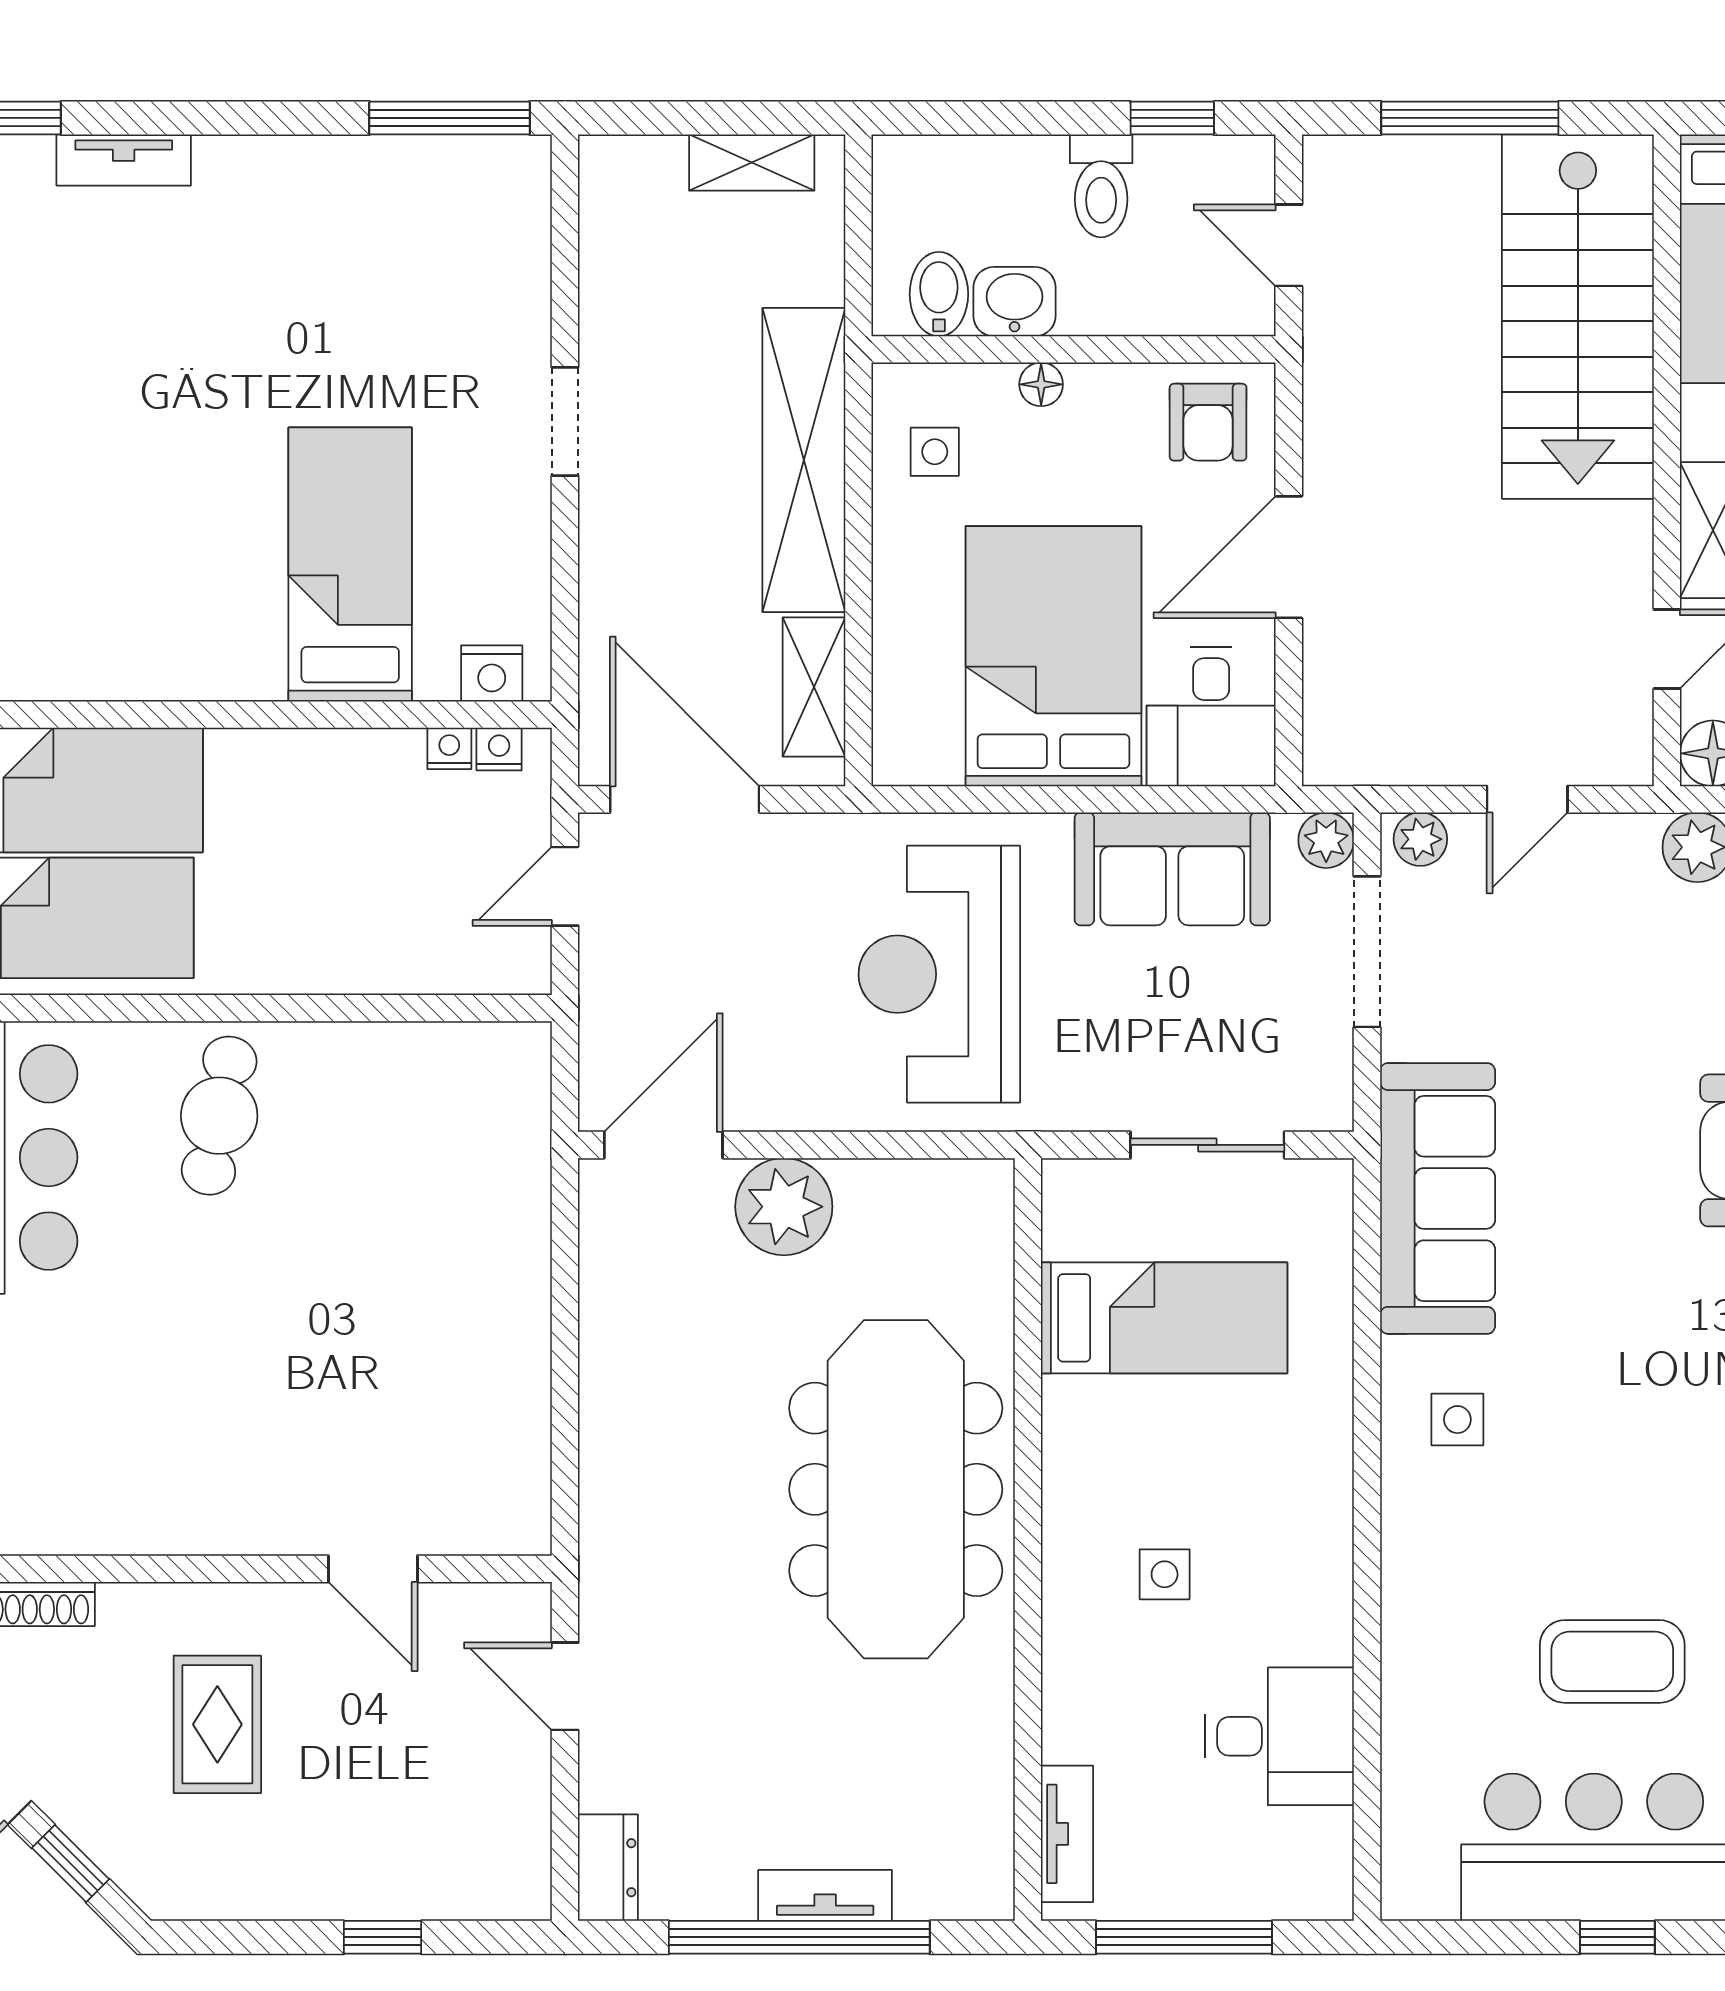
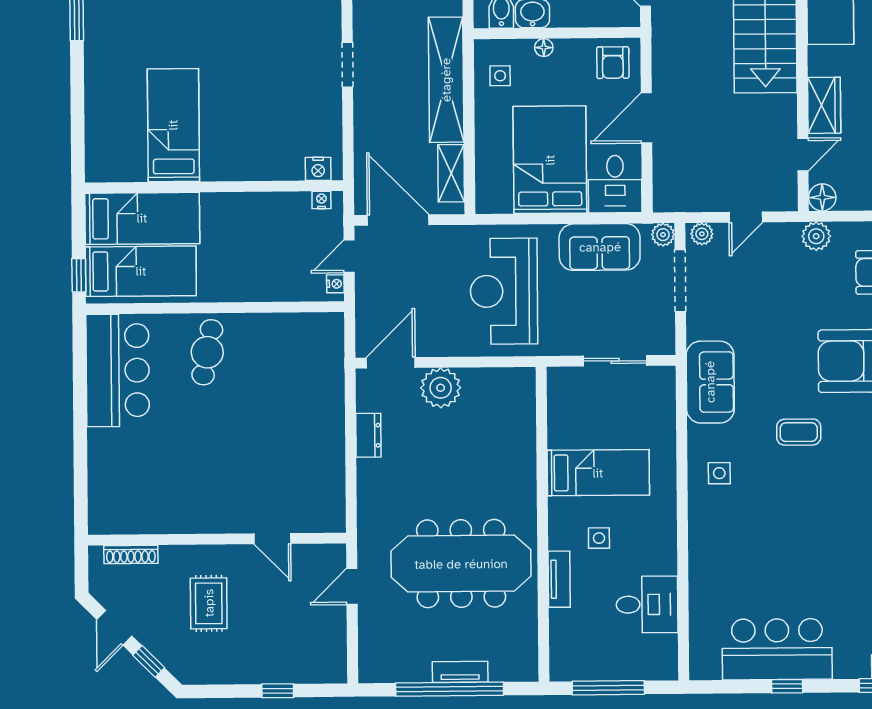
bed: (350, 565) -> (173, 125), moved
nightstand: (449, 748) -> (335, 284), moved, turned 90
sofa: (1438, 1198) -> (710, 382), width x0.73
bed: (1164, 1318) -> (598, 473), moved
meeting table: (896, 1489) -> (461, 564), moved, turned 90
coffee table: (1612, 1661) -> (799, 432), moved, width x0.73, depth x0.77
door: (565, 1686) -> (352, 586), hinge flipped
tv unit: (1067, 1834) -> (559, 579), moved
dresser: (608, 1868) -> (368, 435), moved

